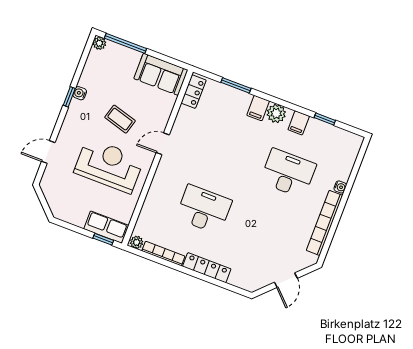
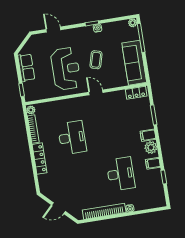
sofa: (161, 74) -> (134, 63), width x1.36
row of seats: (106, 227) -> (26, 68), moved

